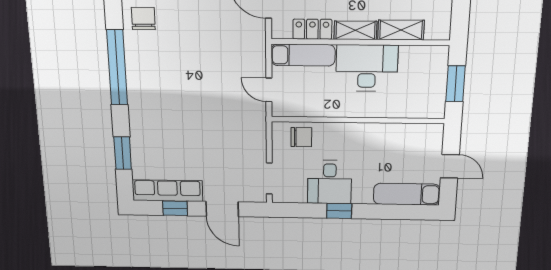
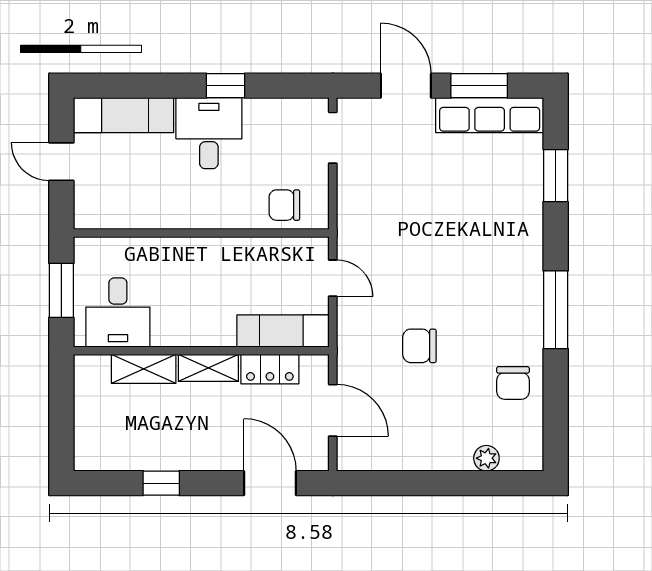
chair: (209, 44) -> (419, 346), added
window: (117, 68) -> (556, 310), width x0.68
desk: (367, 68) -> (118, 313), moved, width x0.73
desk: (330, 182) -> (209, 133), moved
window: (175, 208) -> (479, 86), width x1.50

